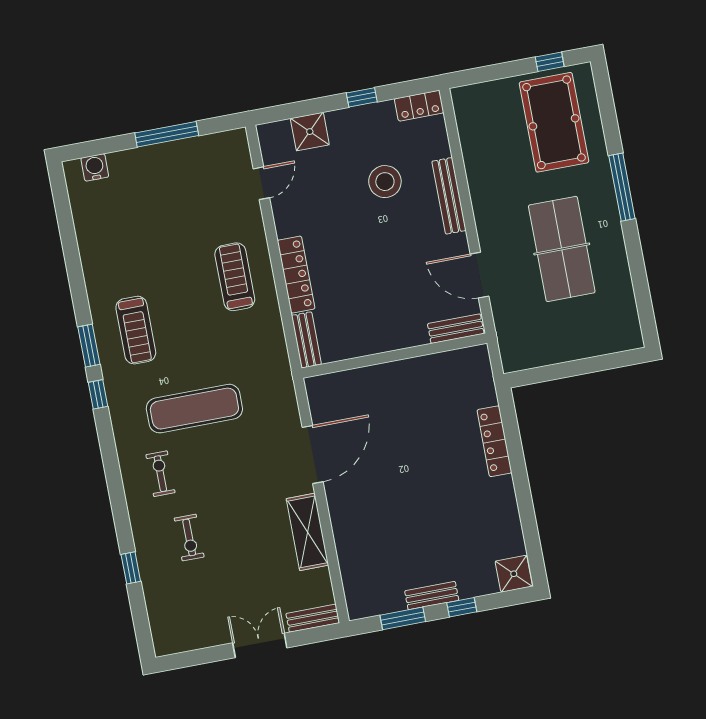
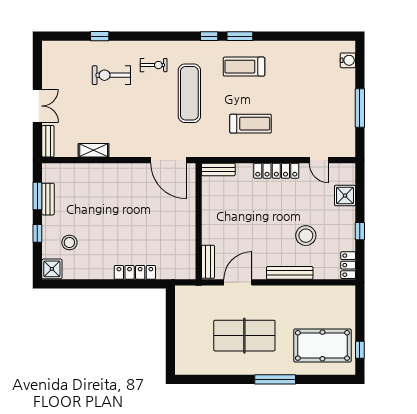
locker: (296, 275) -> (276, 171), moved
treadmill: (235, 277) -> (251, 124), moved
door: (313, 454) -> (169, 160), moved
shelving: (307, 532) -> (94, 150), width x0.67, depth x0.75
exercise bike: (189, 538) -> (111, 75), width x1.38, depth x1.39
stool: (467, 554) -> (69, 243), added
bench: (432, 596) -> (48, 199), moved

